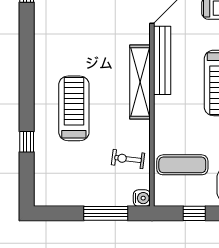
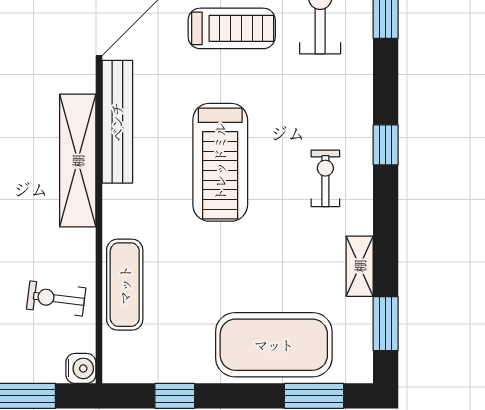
exercise mat: (182, 165) -> (125, 285), moved, turned 90

